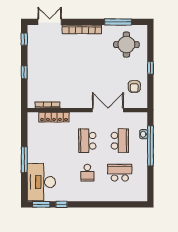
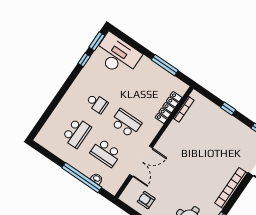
window: (24, 160) -> (165, 65), moved
school desk: (87, 173) -> (97, 103), turned 180

